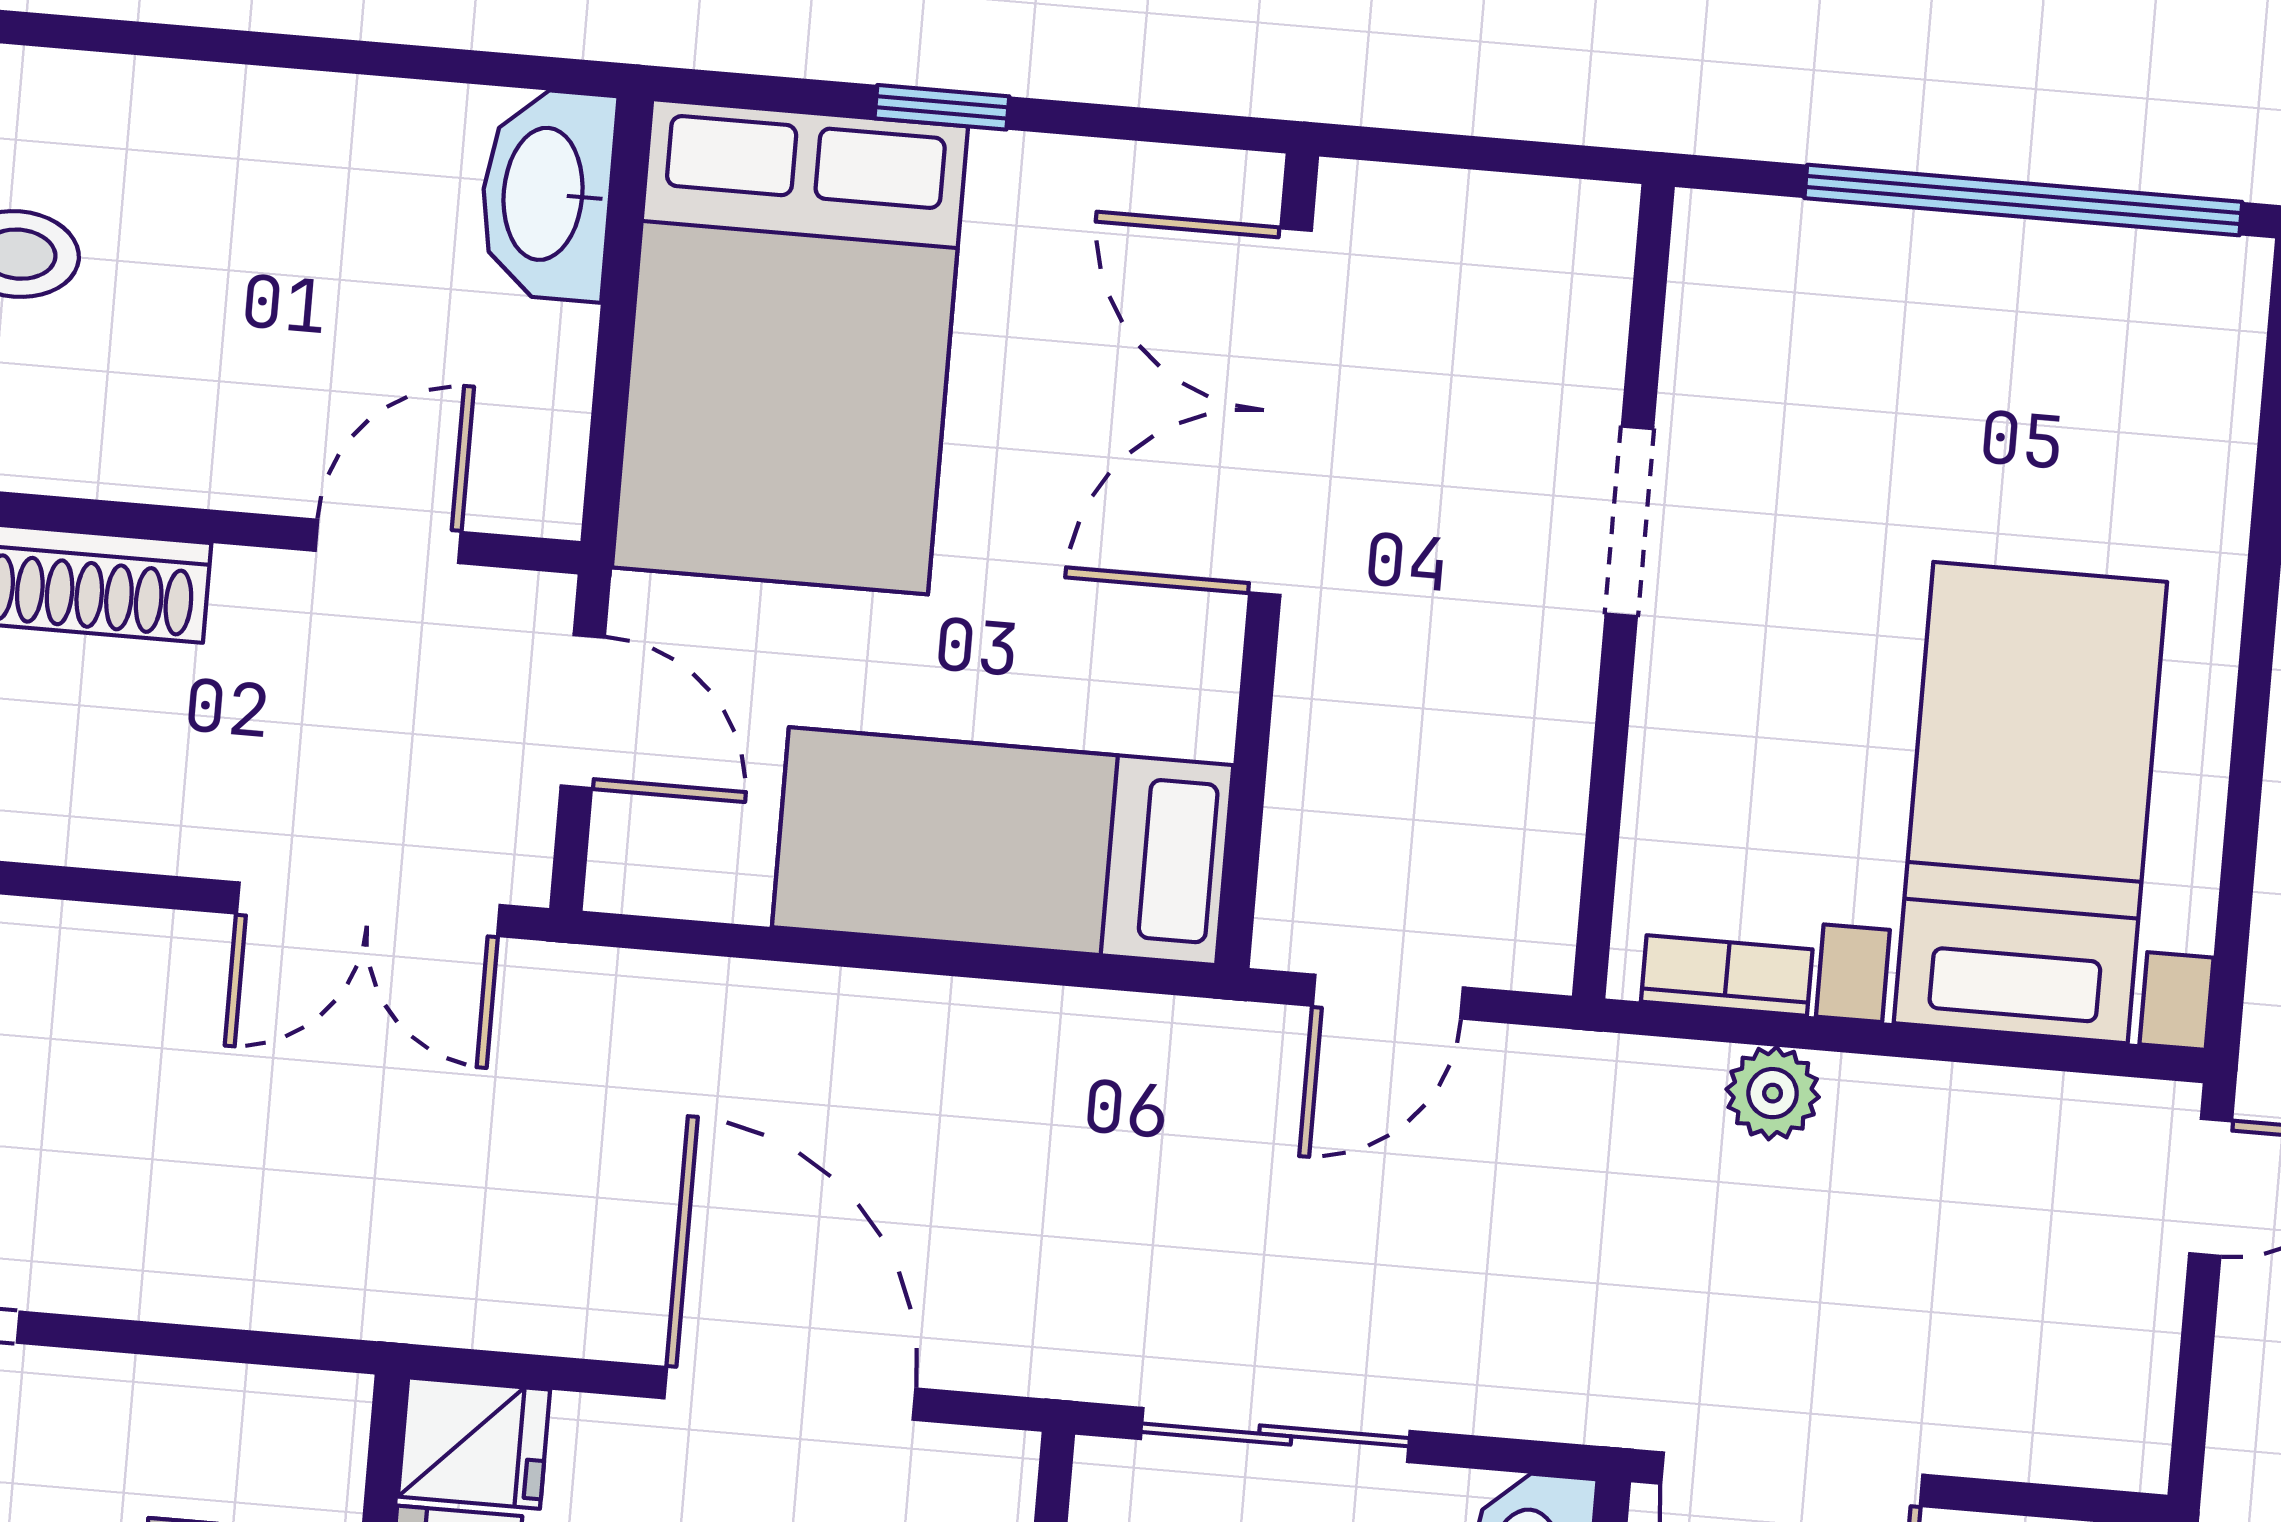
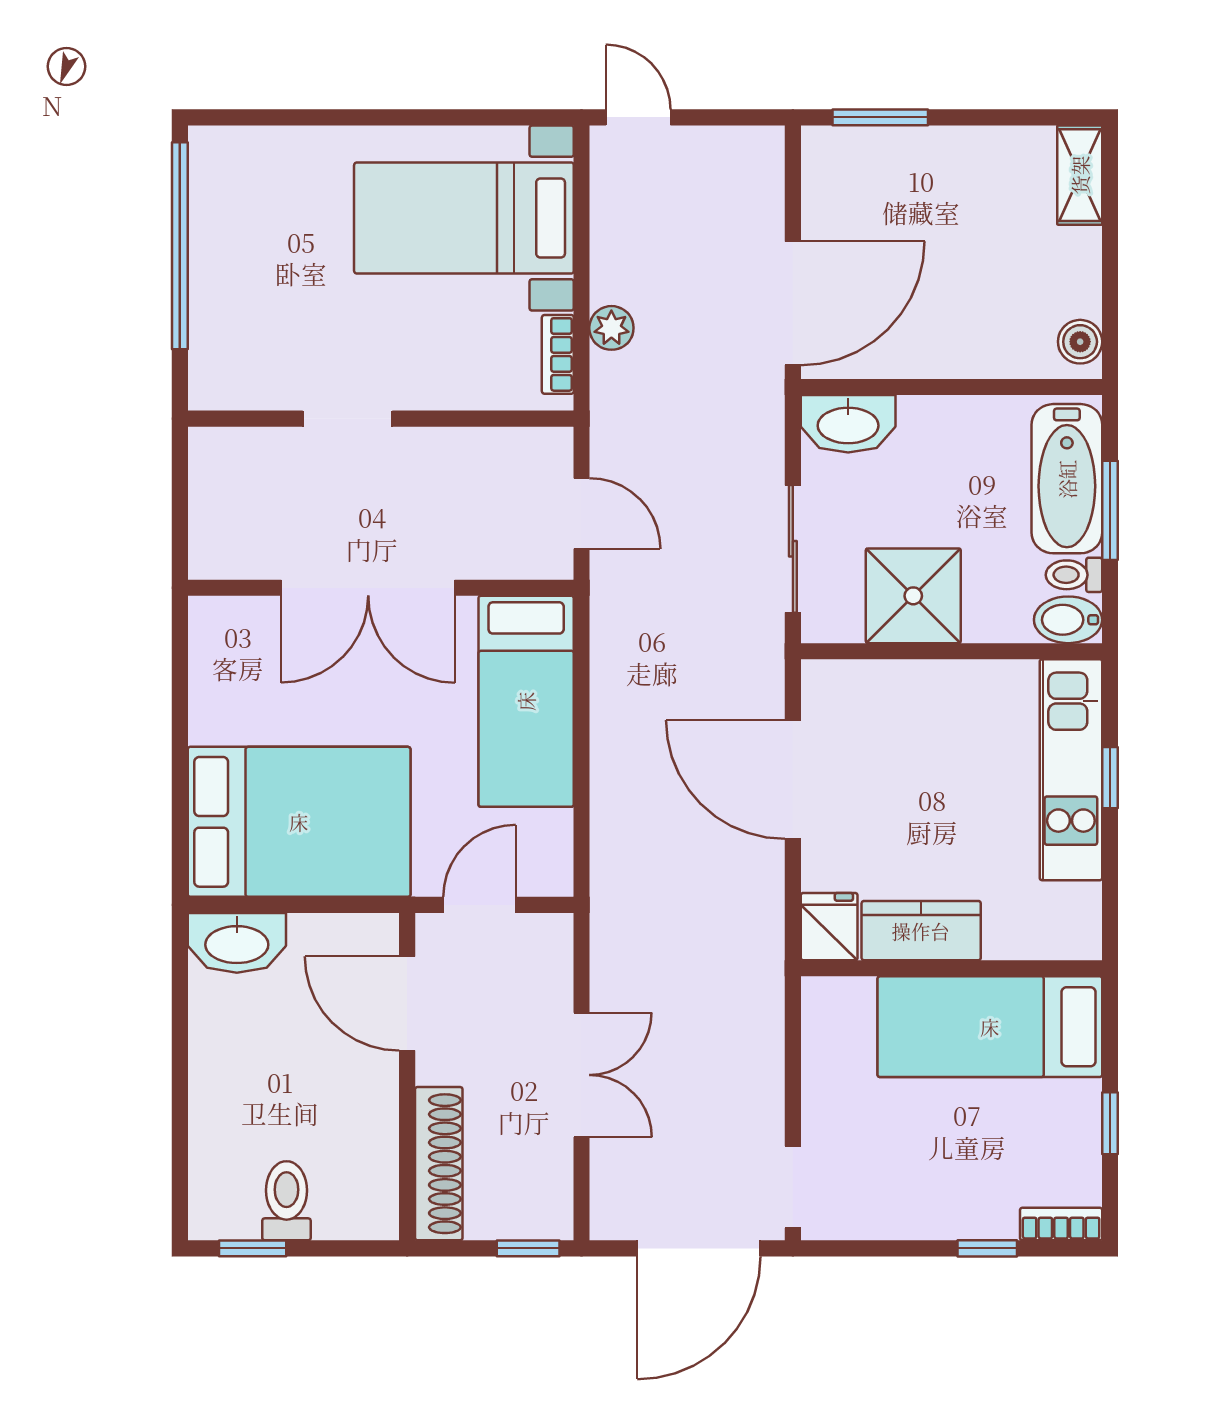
window: (942, 107) -> (180, 760), removed
double door: (1280, 412) -> (368, 588), moved
door: (388, 541) -> (407, 1004), width x1.38
double door: (368, 909) -> (581, 1075), moved
door: (790, 1393) -> (793, 780), hinge flipped

